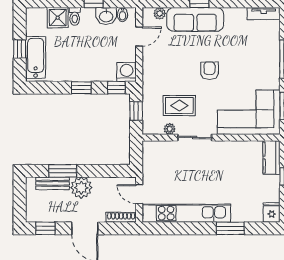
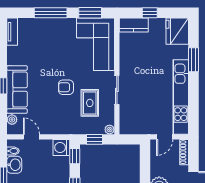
armchair: (209, 71) -> (66, 87), moved
plant: (170, 129) -> (110, 130), moved
fridge: (272, 212) -> (177, 31), width x1.88, depth x1.34

